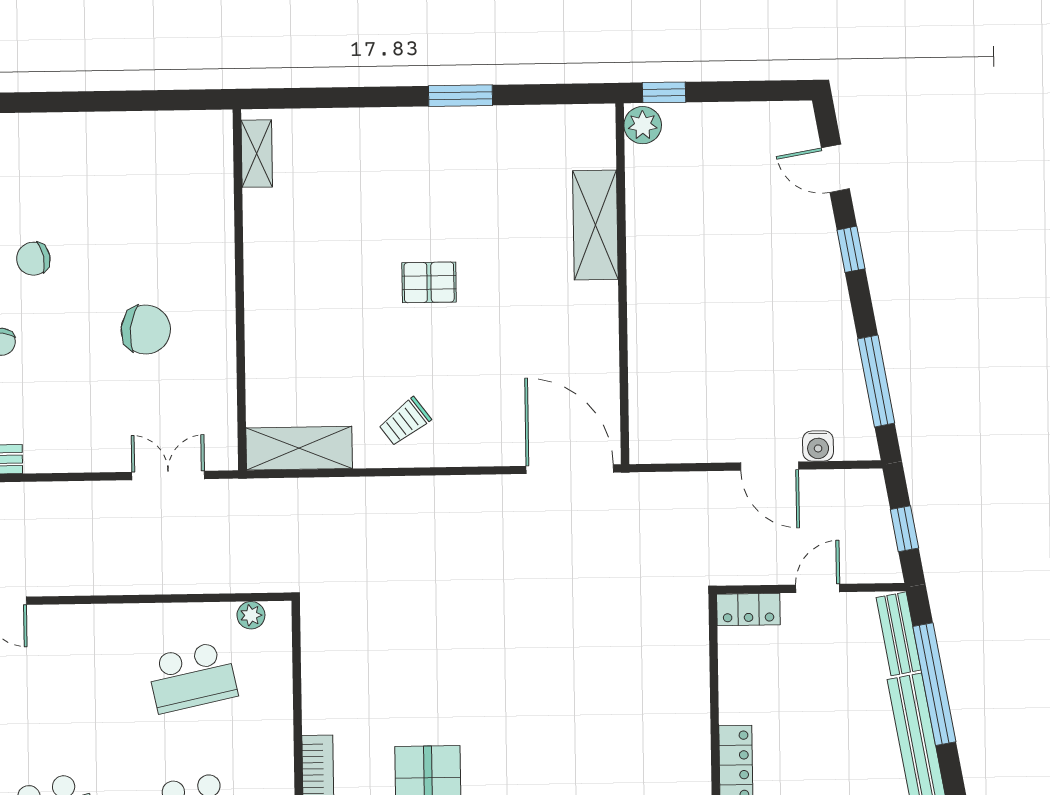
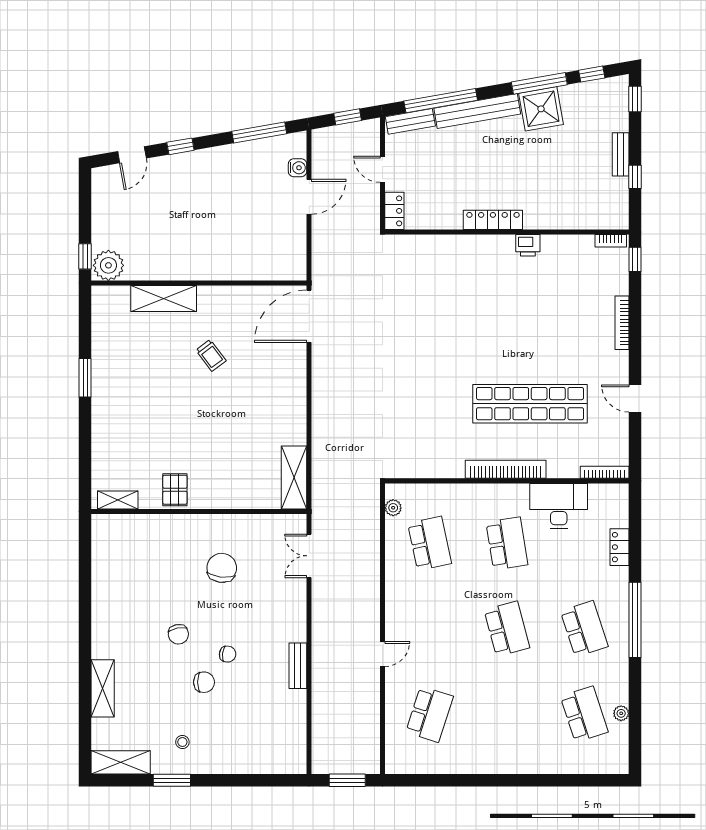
plant: (643, 125) -> (108, 265), width x1.36, depth x1.36
pallet: (429, 282) -> (175, 490), moved
trolley: (405, 422) -> (211, 355), moved

